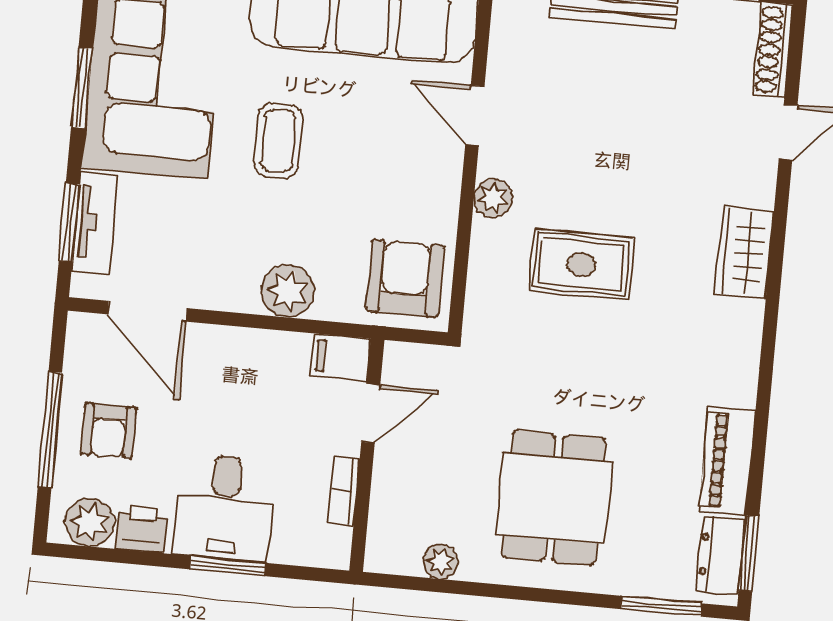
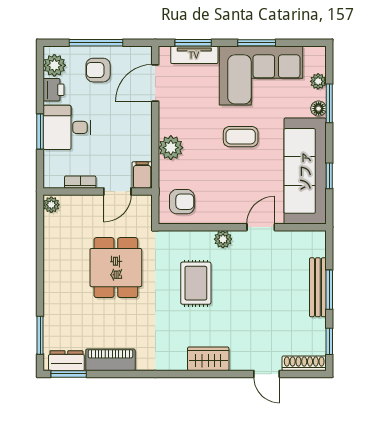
armchair: (405, 278) -> (182, 202), width x0.72, depth x0.72
door: (371, 413) -> (117, 192), hinge flipped
dining table: (554, 498) -> (116, 268), moved, turned 90
plant: (441, 562) -> (51, 205), moved

